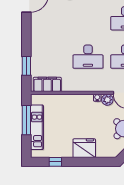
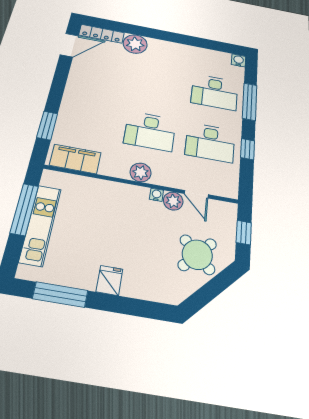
plant: (86, 85) -> (141, 172), added
fridge: (84, 148) -> (109, 280), width x0.53, depth x0.75
window: (55, 162) -> (60, 295), width x2.17

